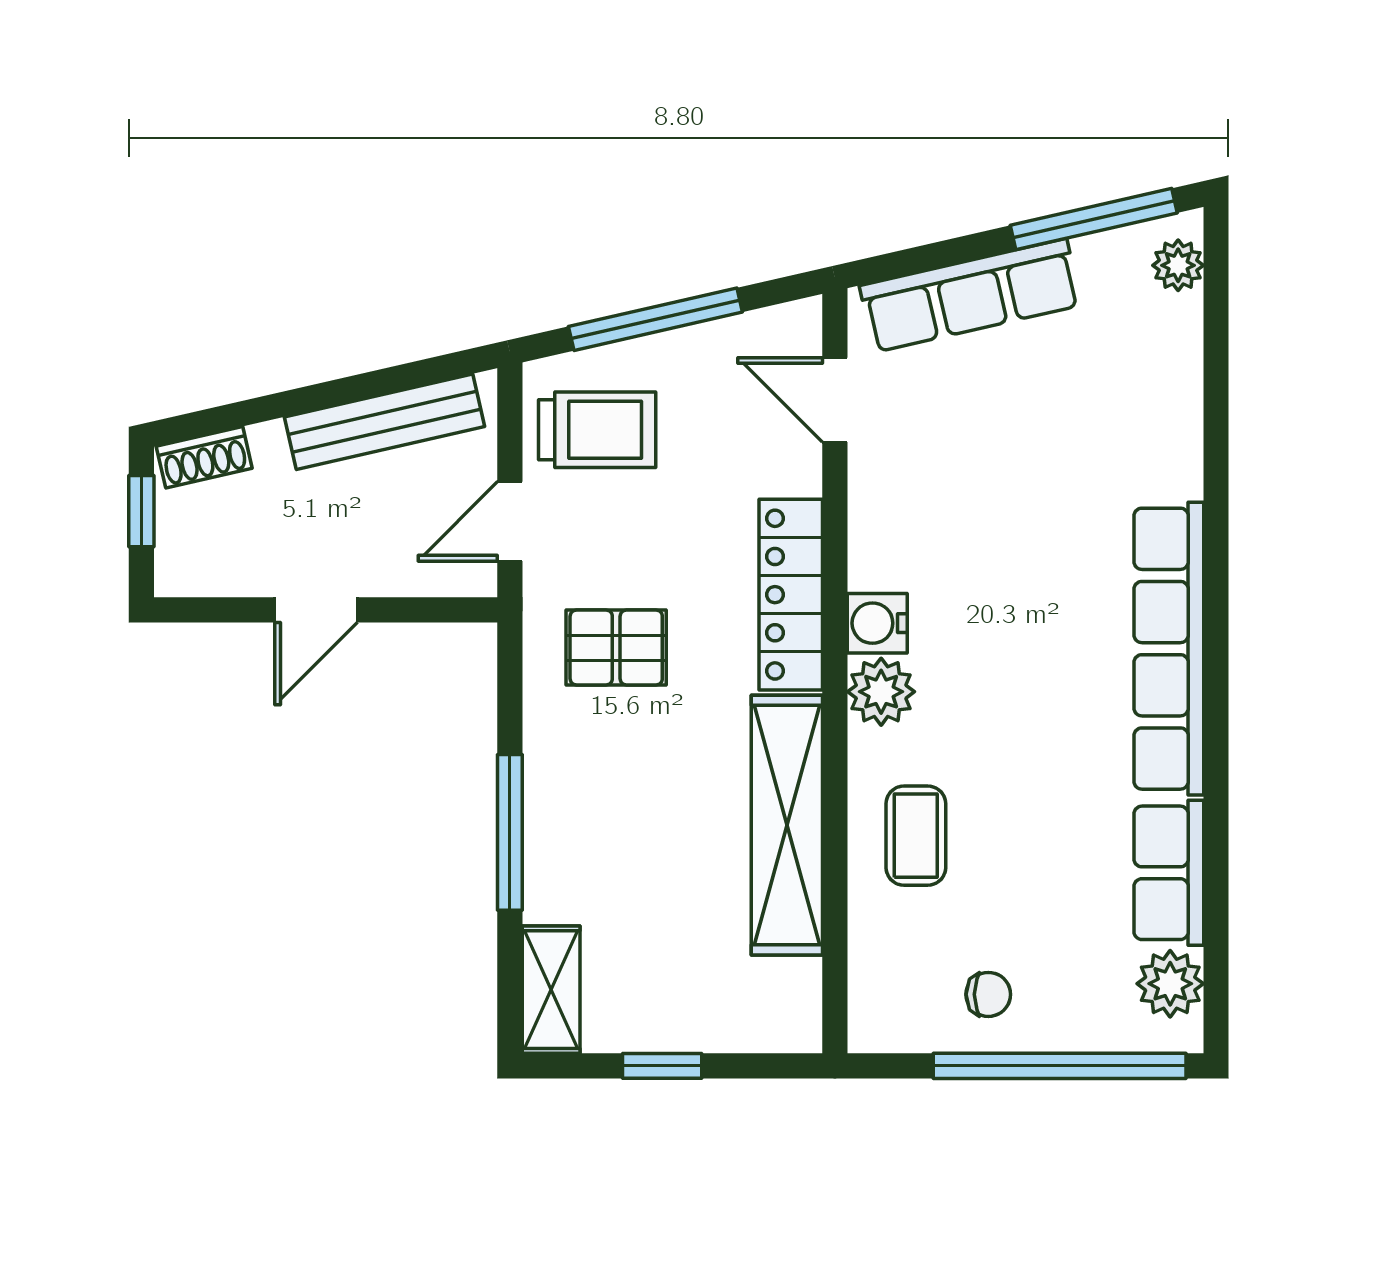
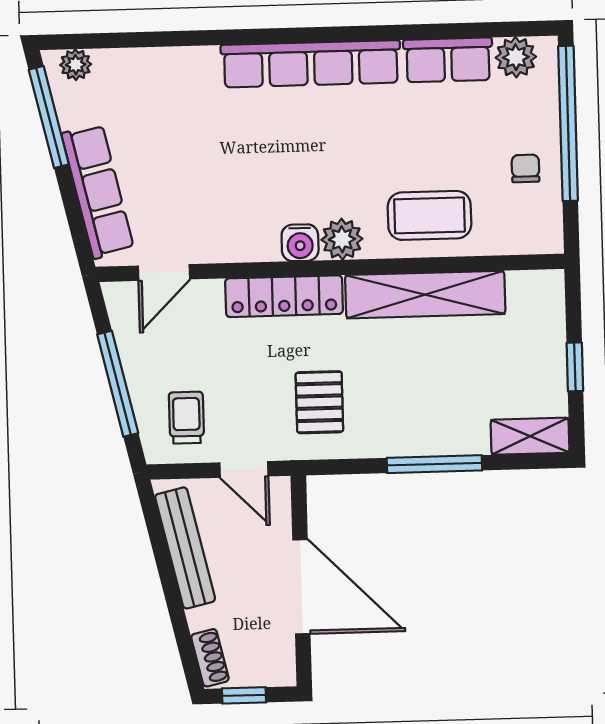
trolley: (597, 430) -> (186, 418), width x0.73, depth x0.72
door: (316, 610) -> (301, 587), width x1.88
coffee table: (916, 836) -> (429, 215), width x1.36, depth x1.30

